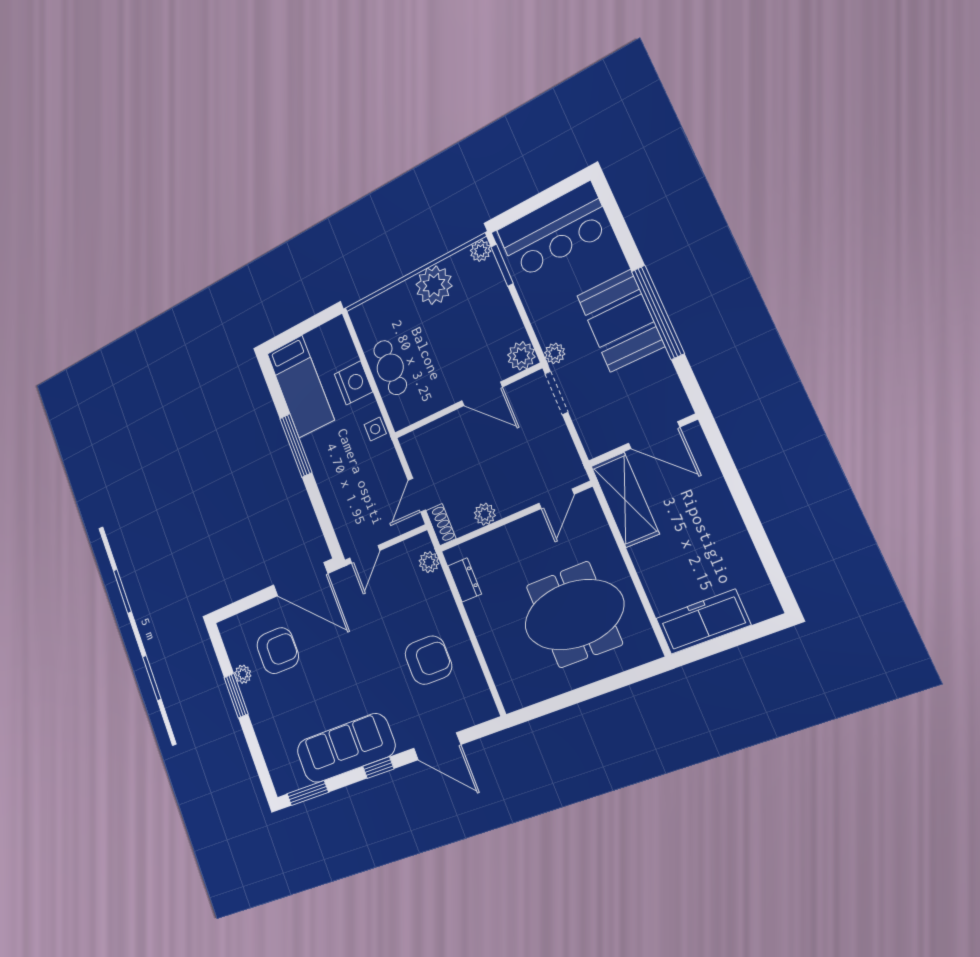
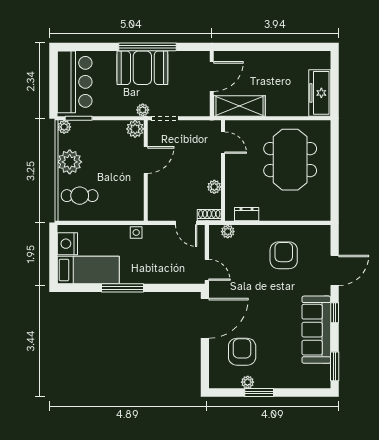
cafe table: (390, 368) -> (80, 196), moved
nightstand: (353, 383) -> (67, 244), moved, turned -90

